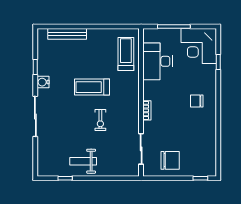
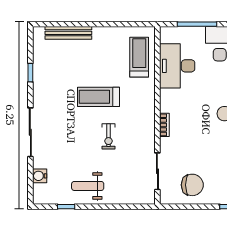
water cooler: (43, 82) -> (40, 176), moved

